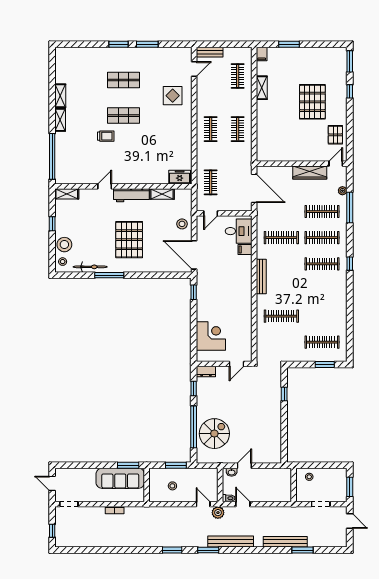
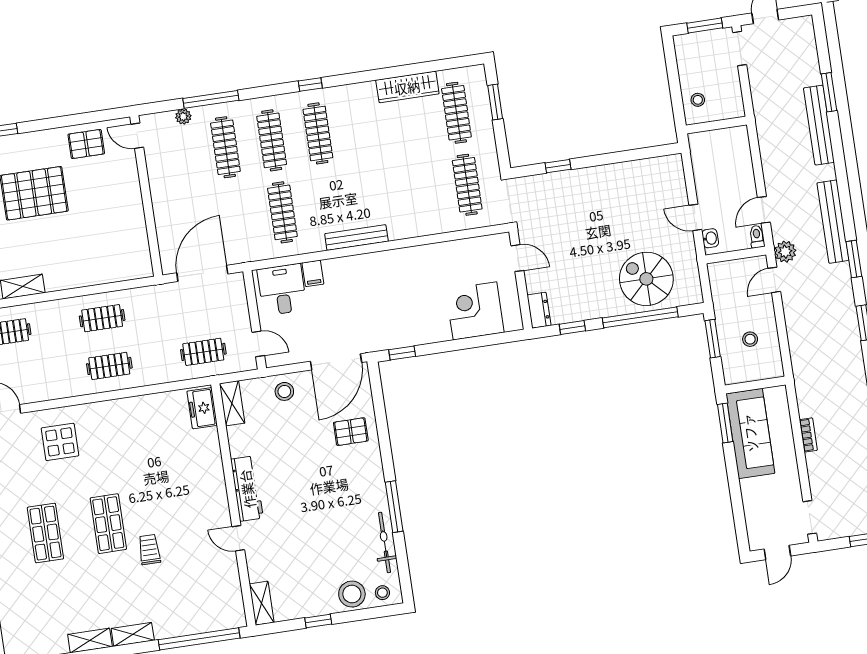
wardrobe: (310, 172) -> (407, 87), moved, turned 90
shelving: (162, 194) -> (232, 403), moved
pallet: (129, 240) -> (351, 432), moved, width x0.49, depth x0.50
clothes rail: (281, 316) -> (467, 185), moved
doorway: (321, 504) -> (740, 48), moved

